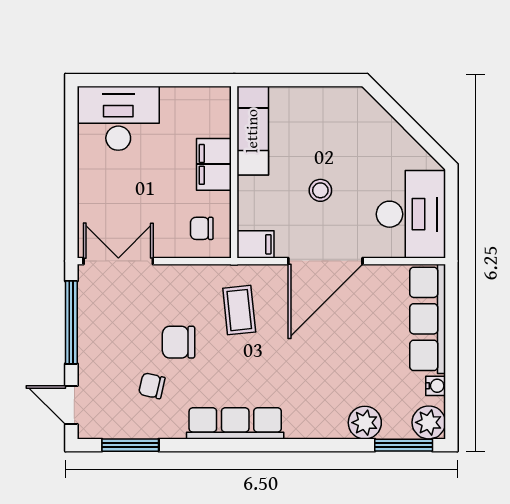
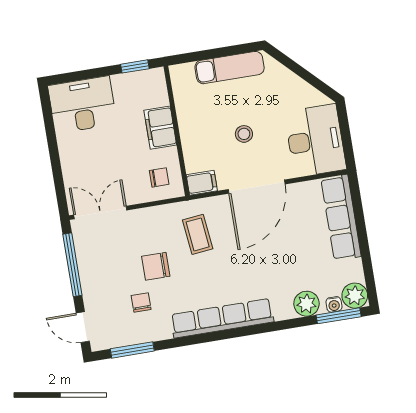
window: (194, 80) -> (135, 66), added
exam couch: (253, 131) -> (230, 68), moved, turned 90
chair: (202, 228) -> (159, 177), turned 180
chair: (152, 386) -> (141, 302), turned 77
water cooler: (436, 386) -> (334, 304), moved, turned 90
row of seats: (235, 423) -> (222, 318), width x1.36

